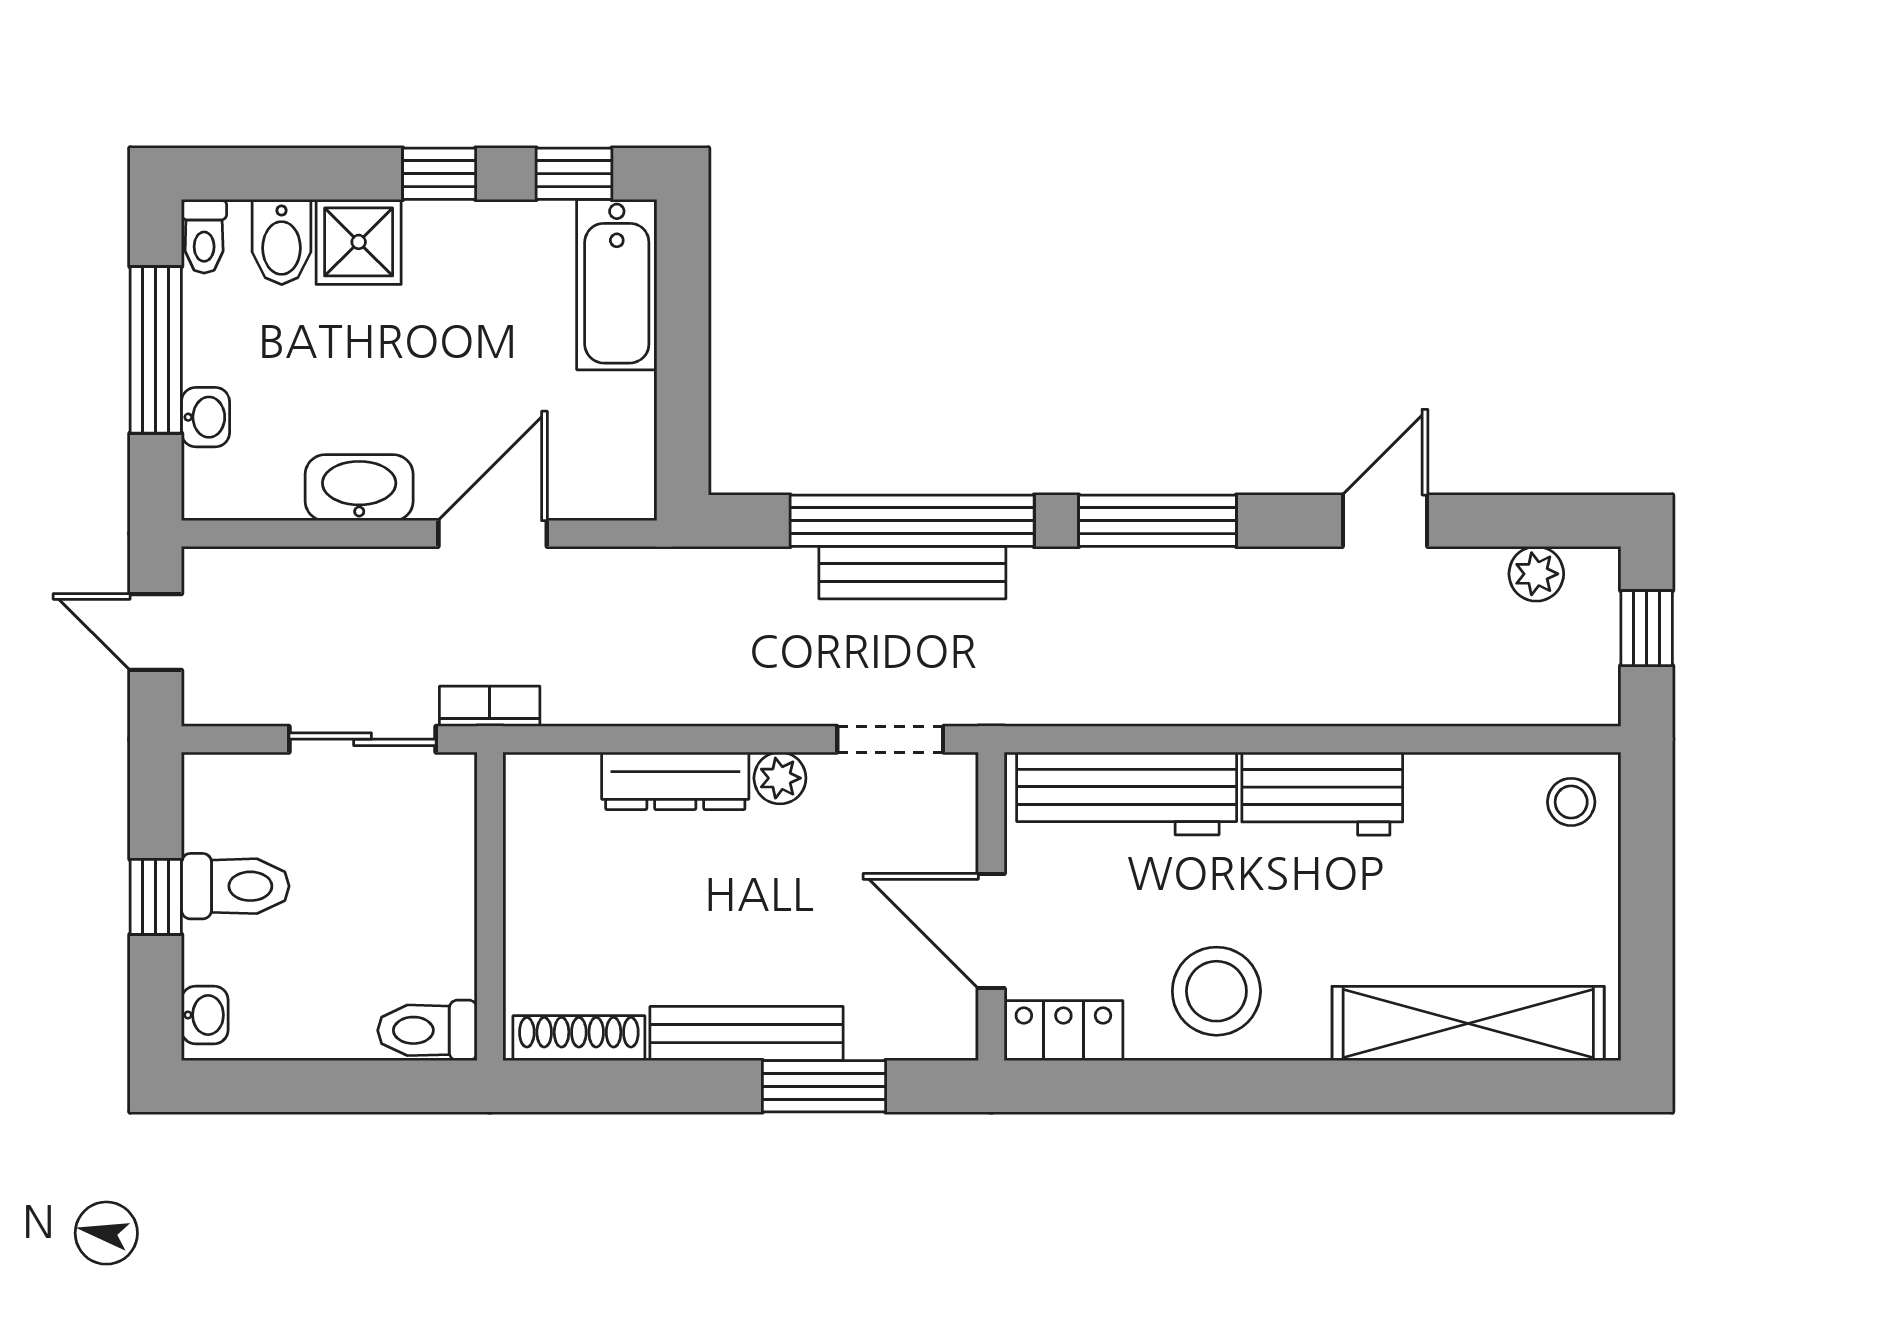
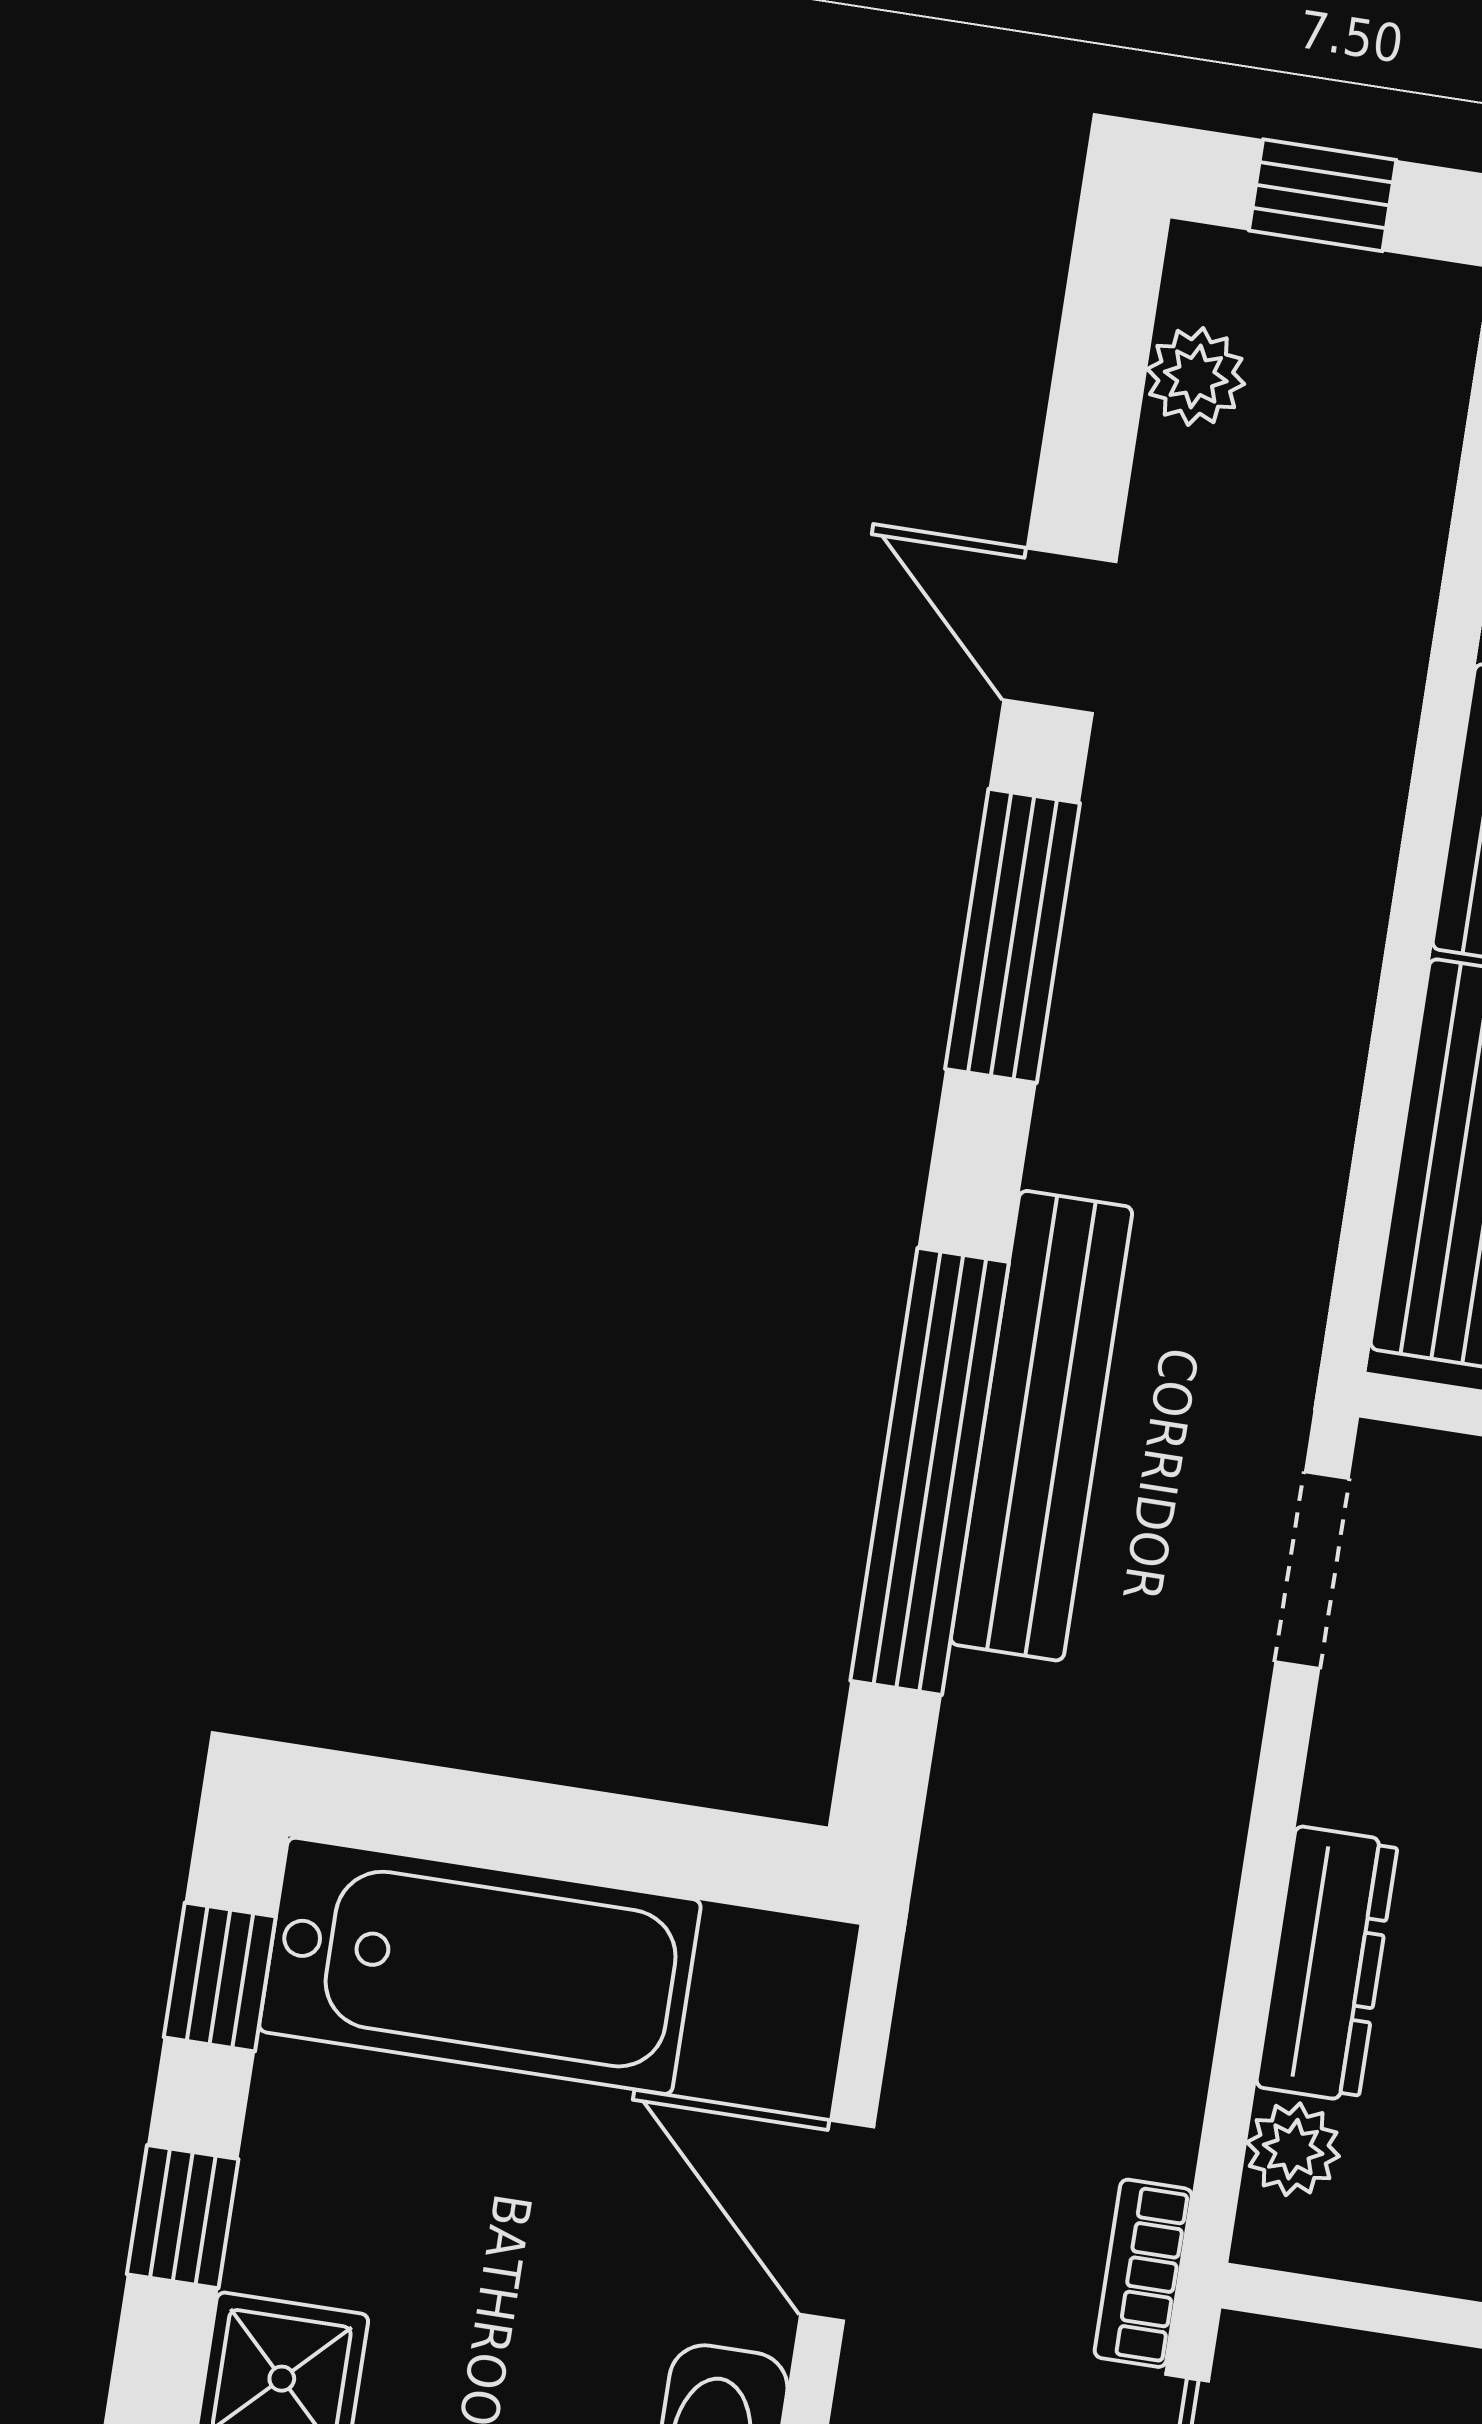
bathtub: (617, 285) -> (480, 1966), width x1.36, depth x1.36
window: (1158, 521) -> (1013, 936), moved
bench: (912, 573) -> (1041, 1426), width x1.37, depth x1.21
plant: (780, 778) -> (1293, 2149), moved

